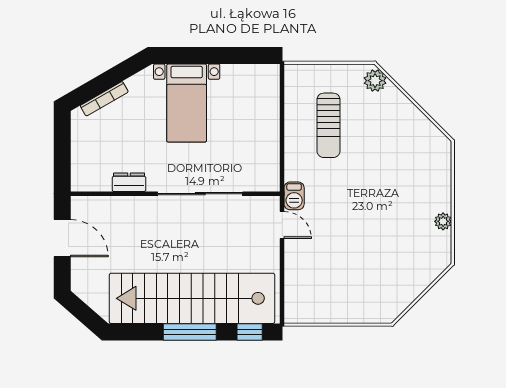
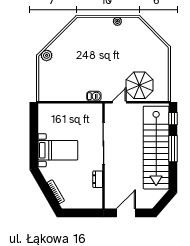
sun lounger: (328, 125) -> (69, 79), removed
barbecue: (294, 196) -> (94, 96), moved
parasol: (316, 265) -> (139, 85), added

